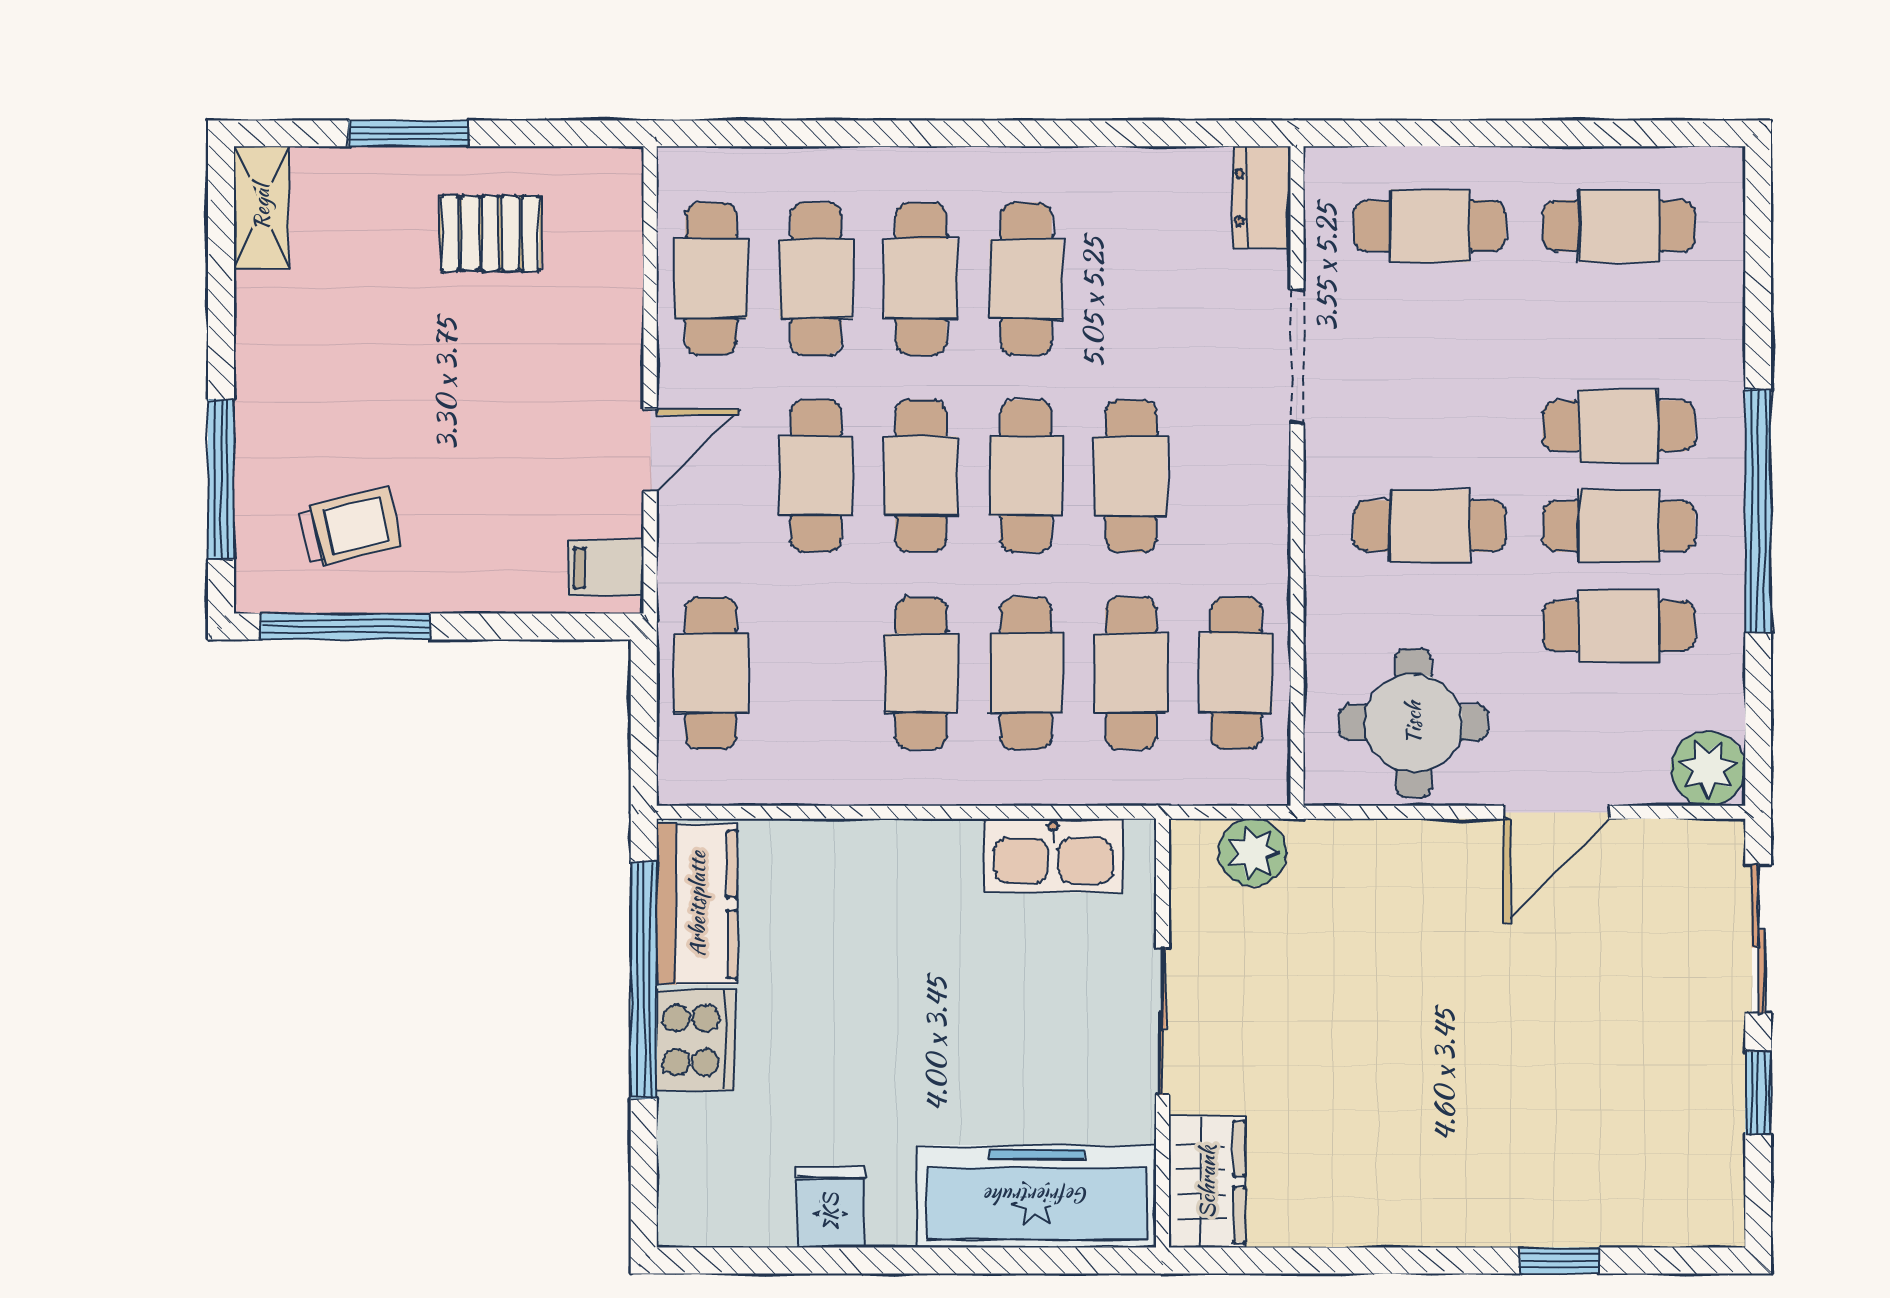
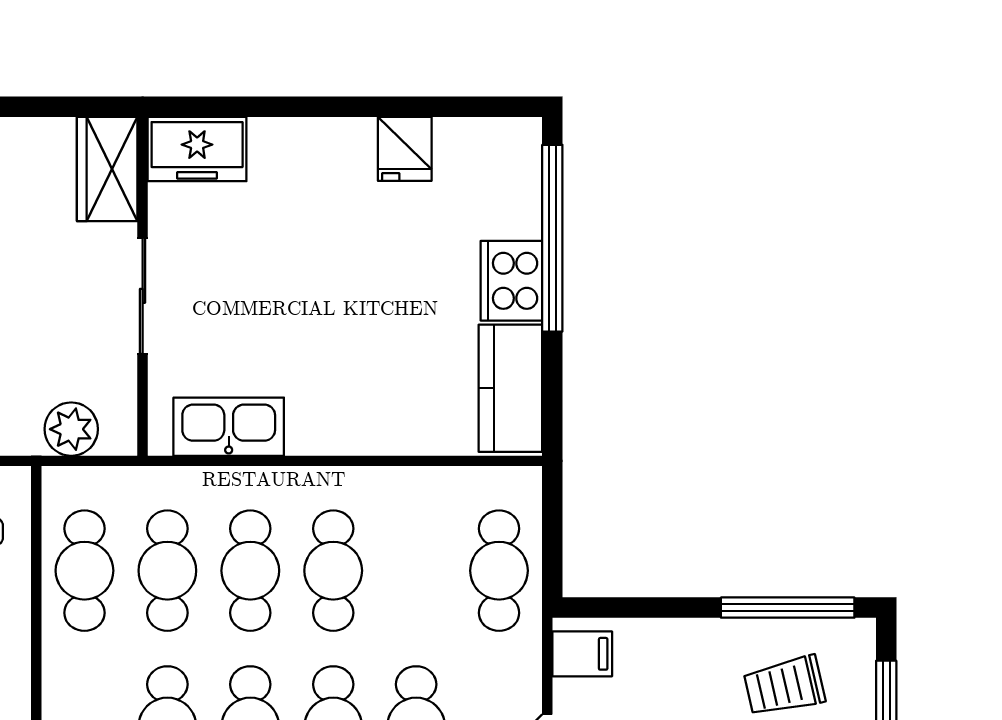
window: (644, 980) -> (552, 238), moved
freezer: (1037, 1196) -> (197, 149), width x0.52, depth x0.79

